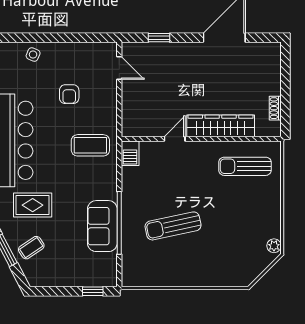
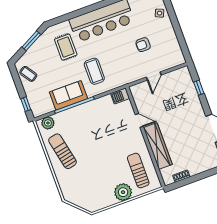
door: (119, 68) -> (154, 76), moved
coffee table: (90, 145) -> (94, 71), moved
sun lounger: (173, 226) -> (63, 151), moved
plant: (274, 246) -> (123, 192), moved, width x1.87, depth x1.87
coffee table: (31, 248) -> (28, 74), moved
plant: (131, 270) -> (48, 123), added

